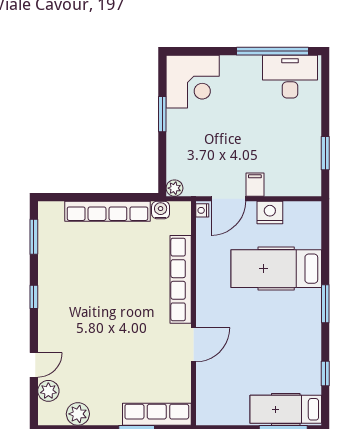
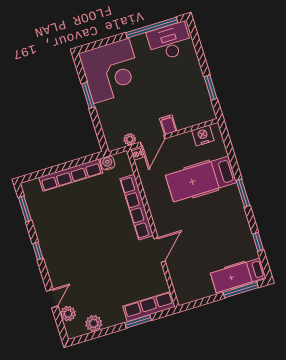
corner desk: (193, 82) -> (111, 71), width x1.36, depth x1.36
plant: (174, 188) -> (130, 139), moved
nightstand: (270, 212) -> (203, 135), moved

